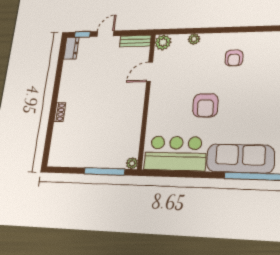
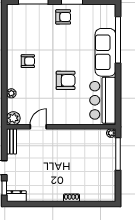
door: (150, 72) -> (38, 127), swing flipped

